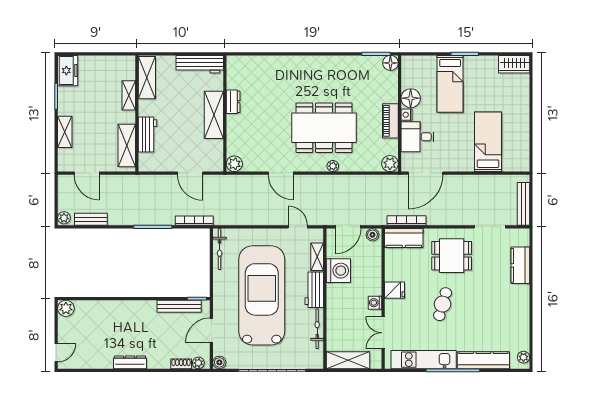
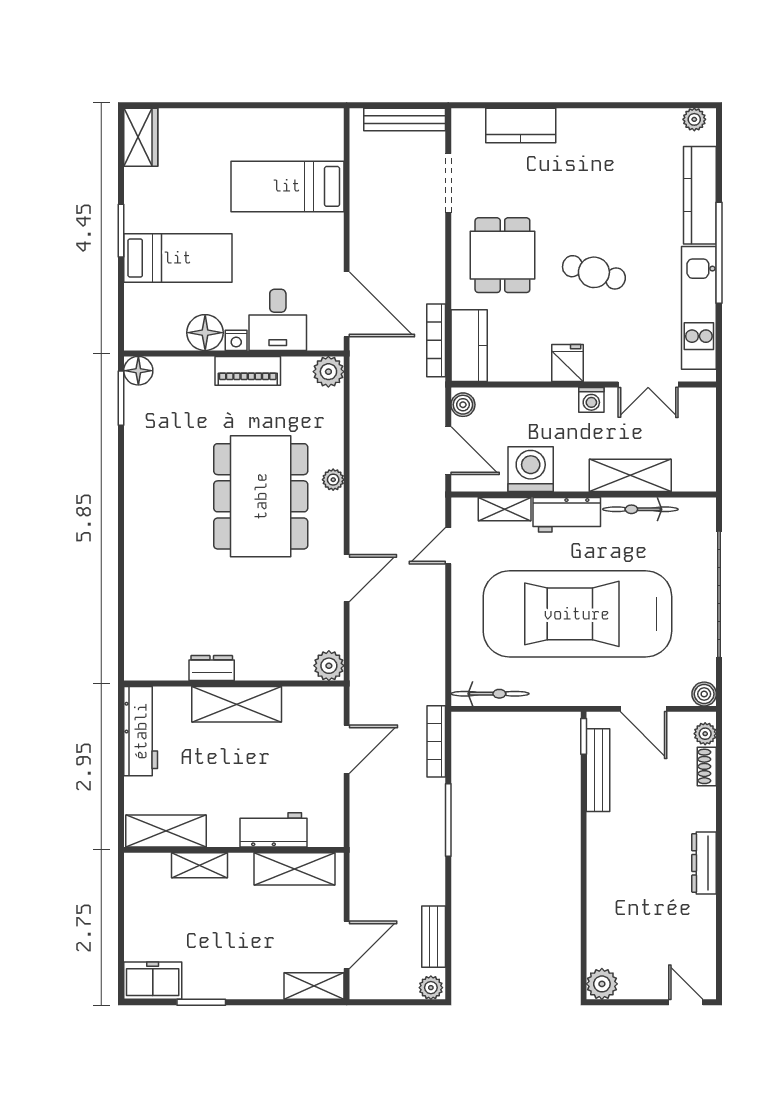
shelving: (65, 132) -> (314, 986), moved
shelving: (348, 360) -> (630, 475), moved, turned 90

